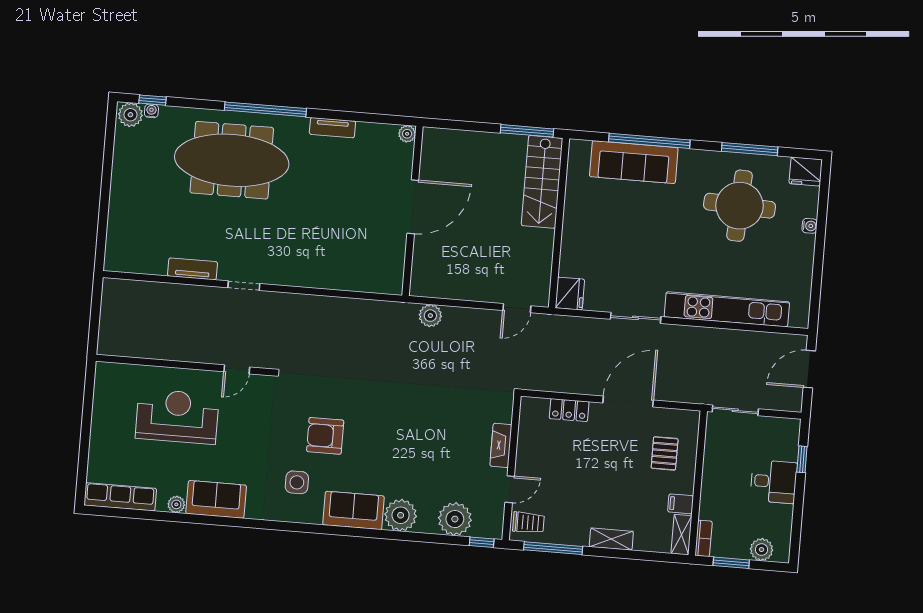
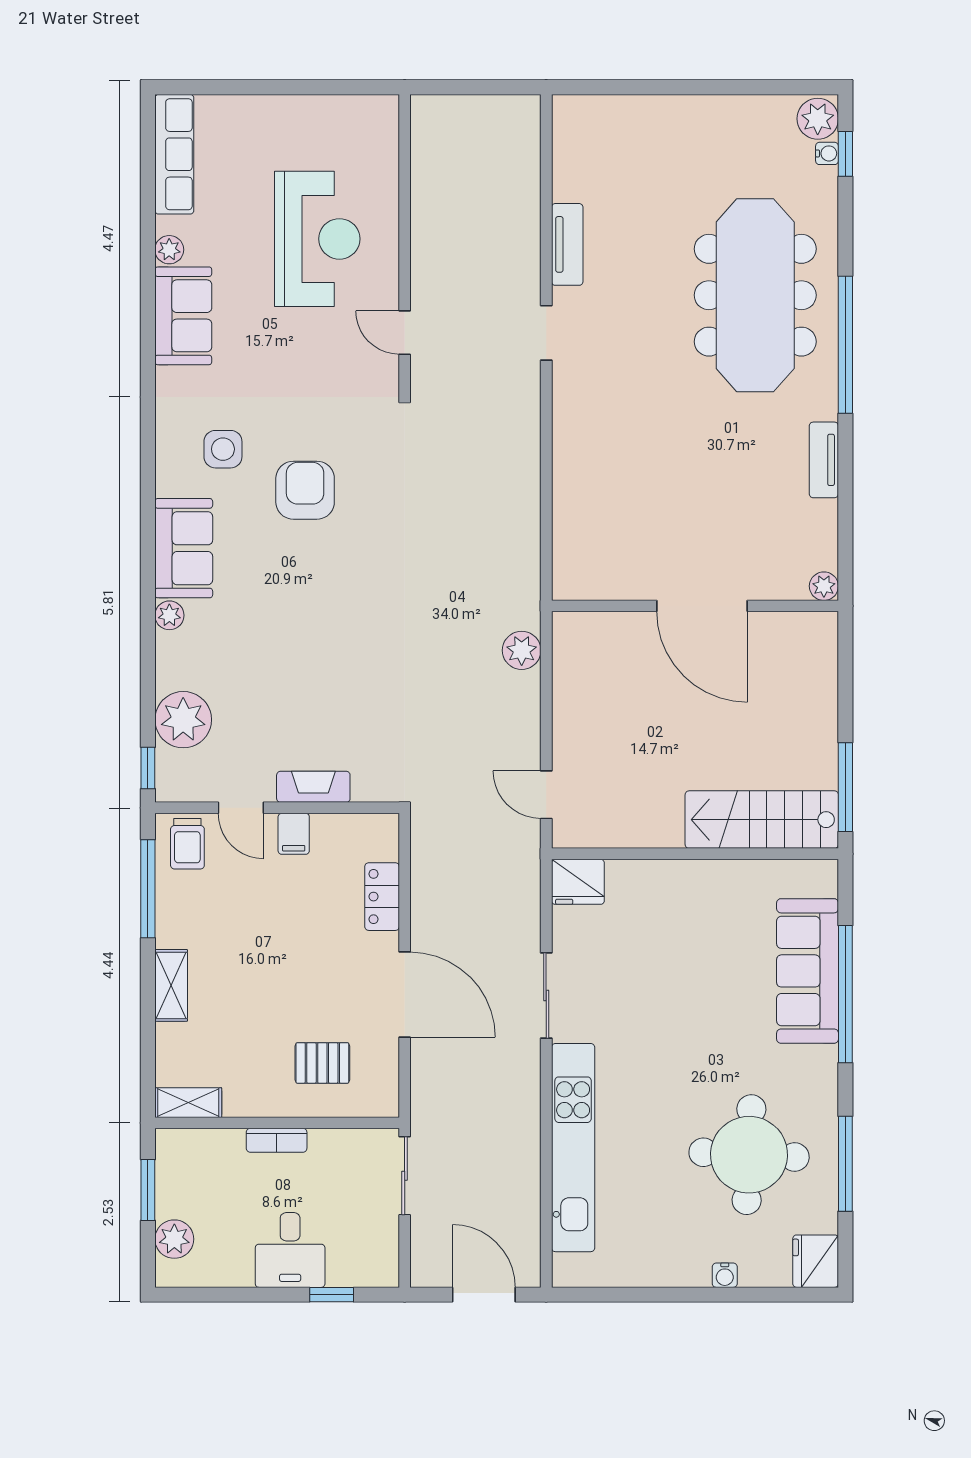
filing cabinet: (681, 504) -> (294, 834), moved, turned 180
plant: (401, 515) -> (169, 615), width x0.53, depth x0.53
bookcase: (704, 538) -> (277, 1140), moved

